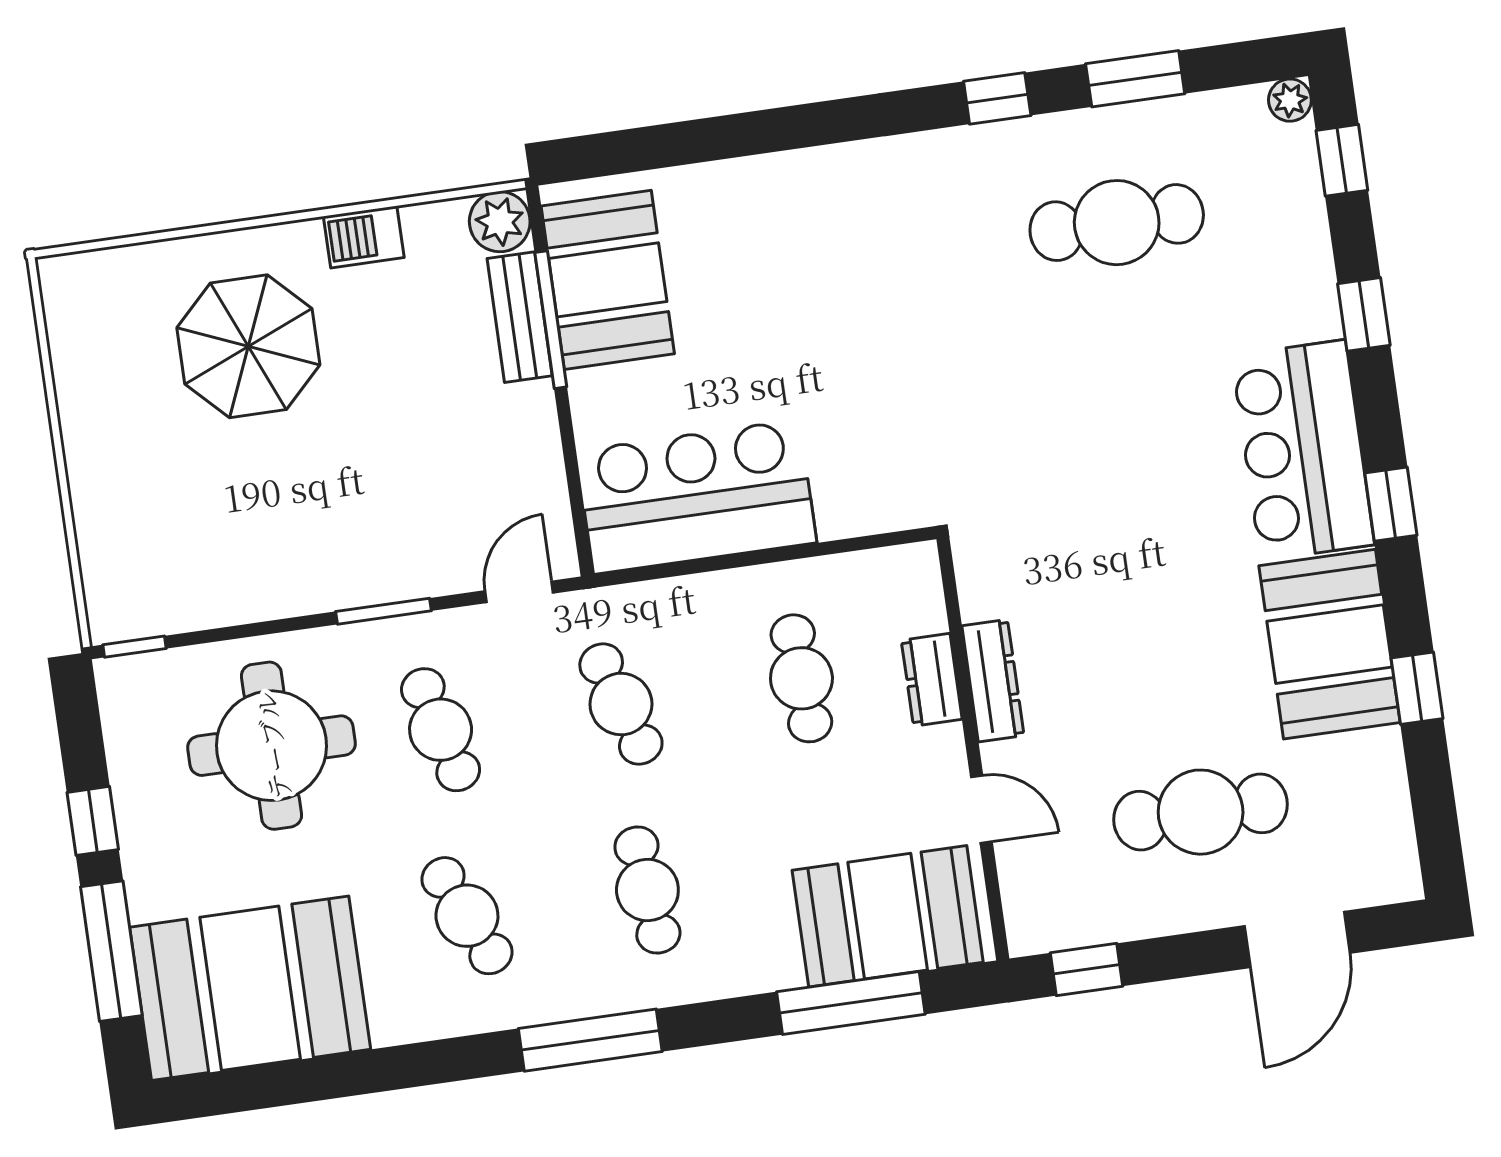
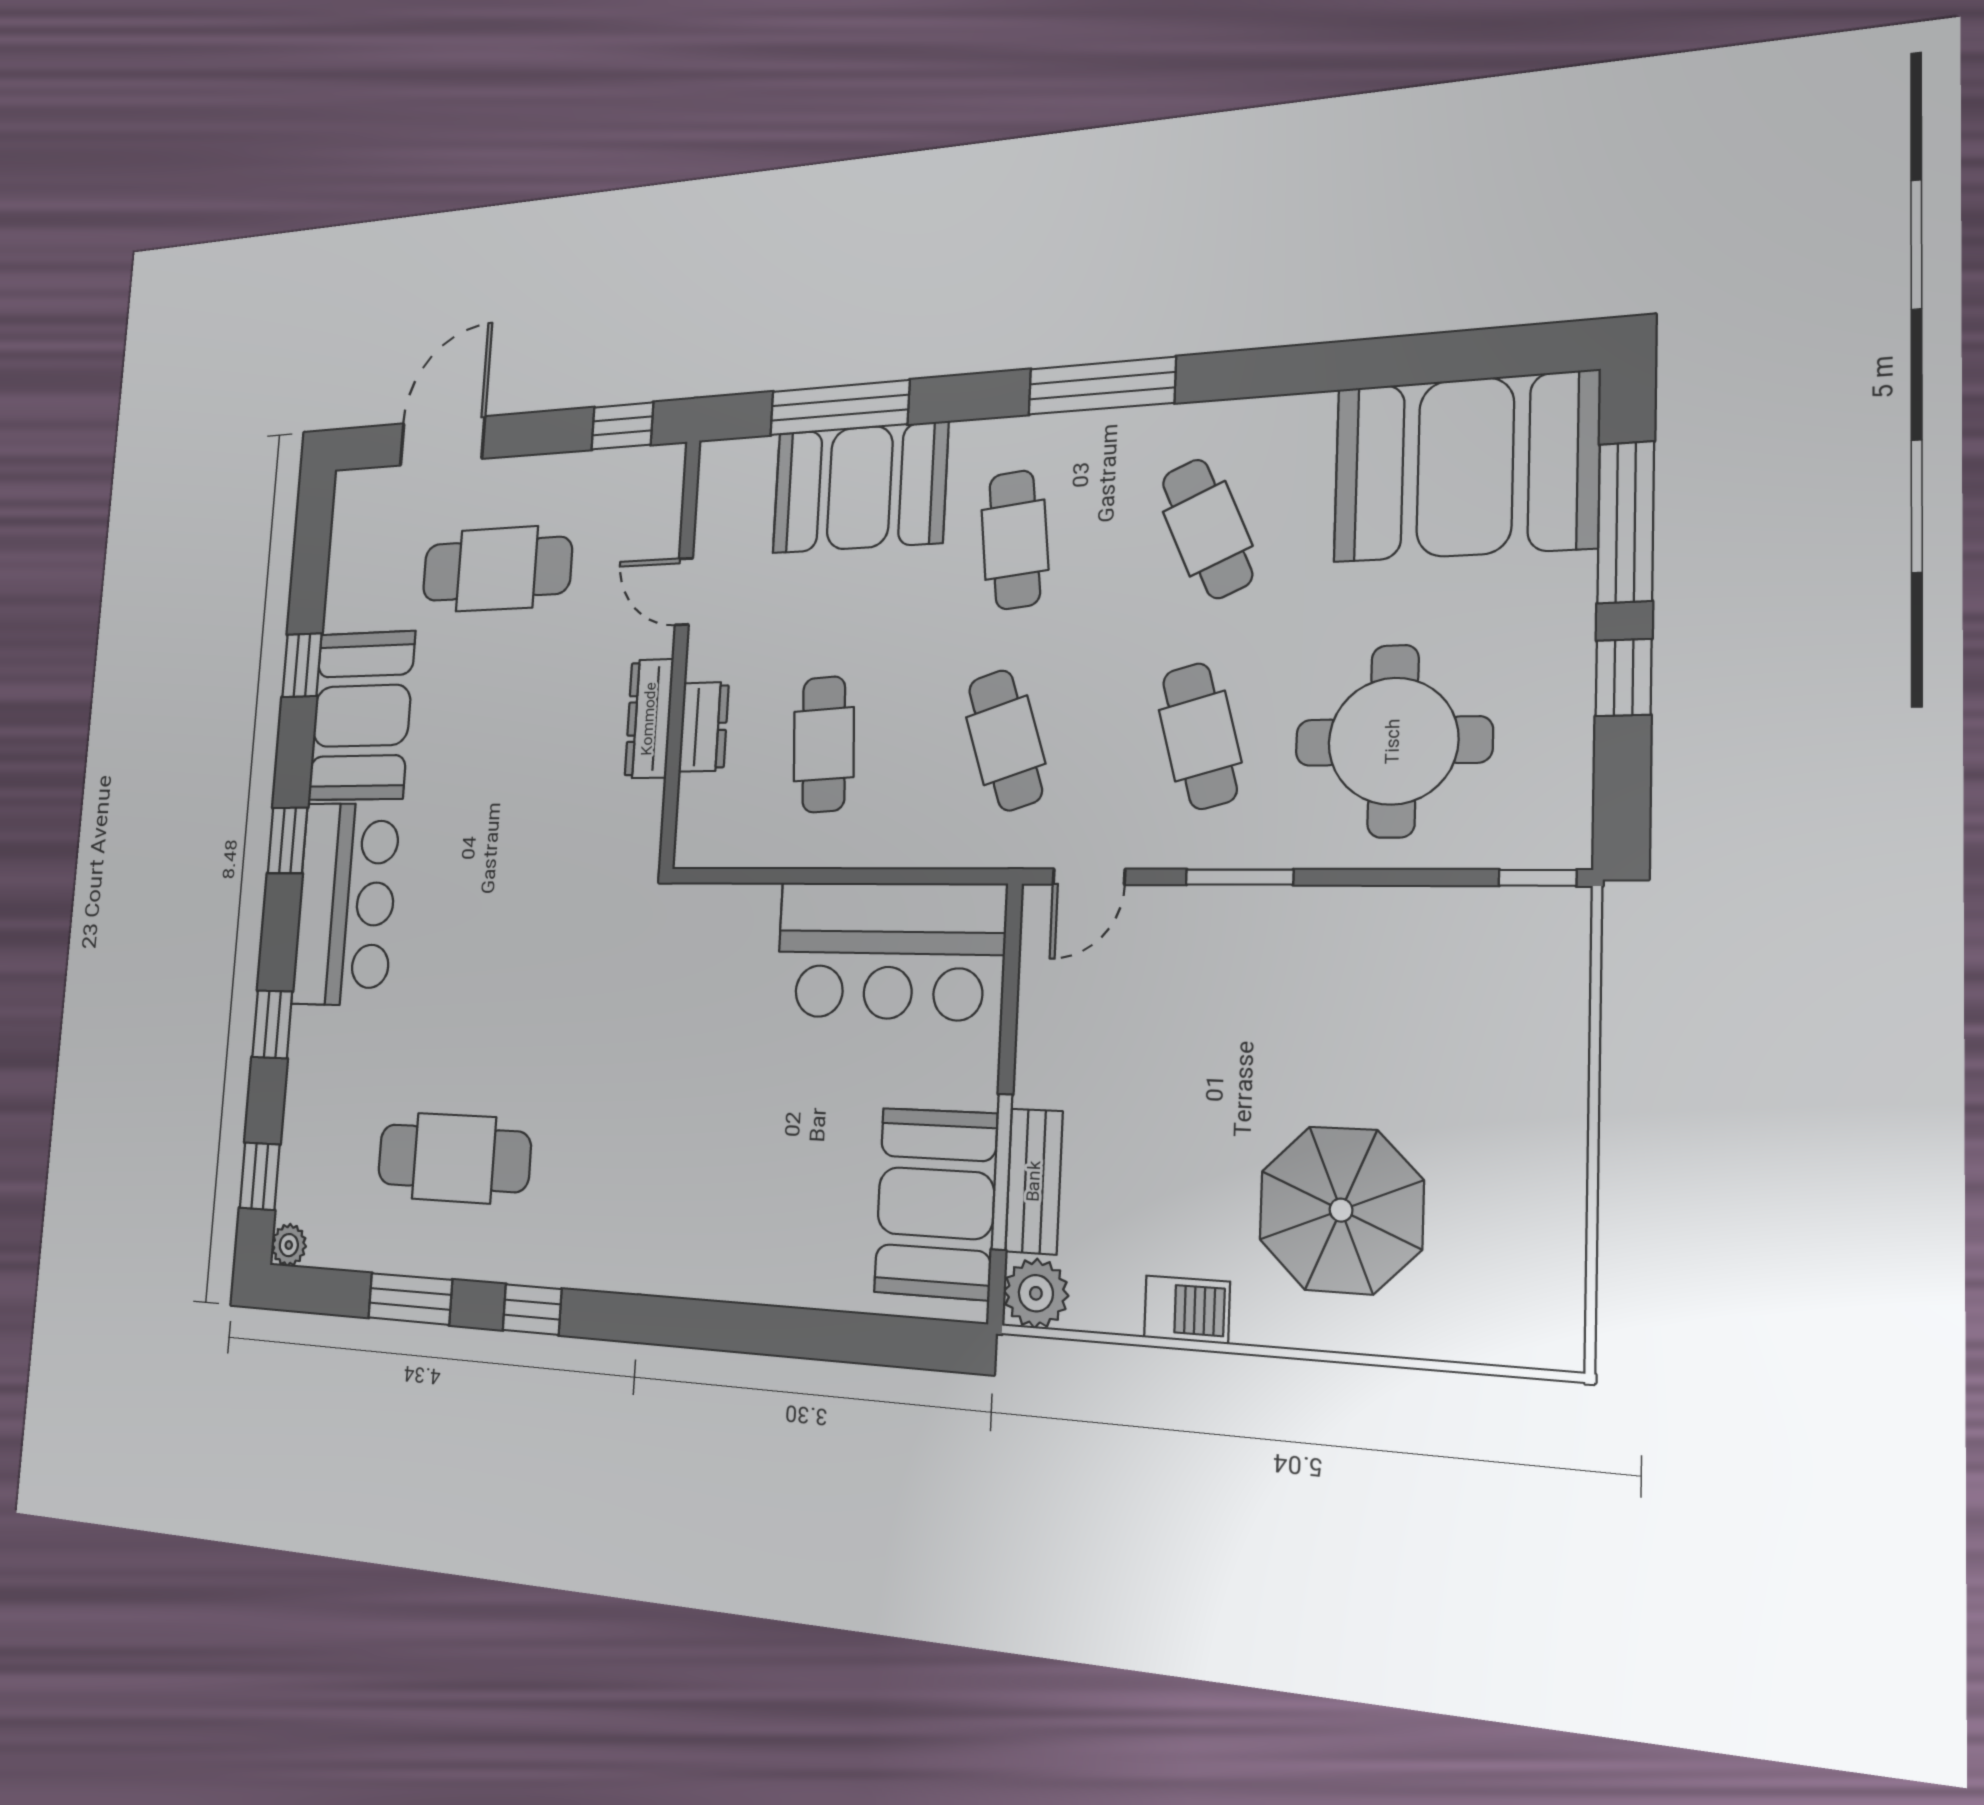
booth: (888, 916) -> (860, 488), moved

